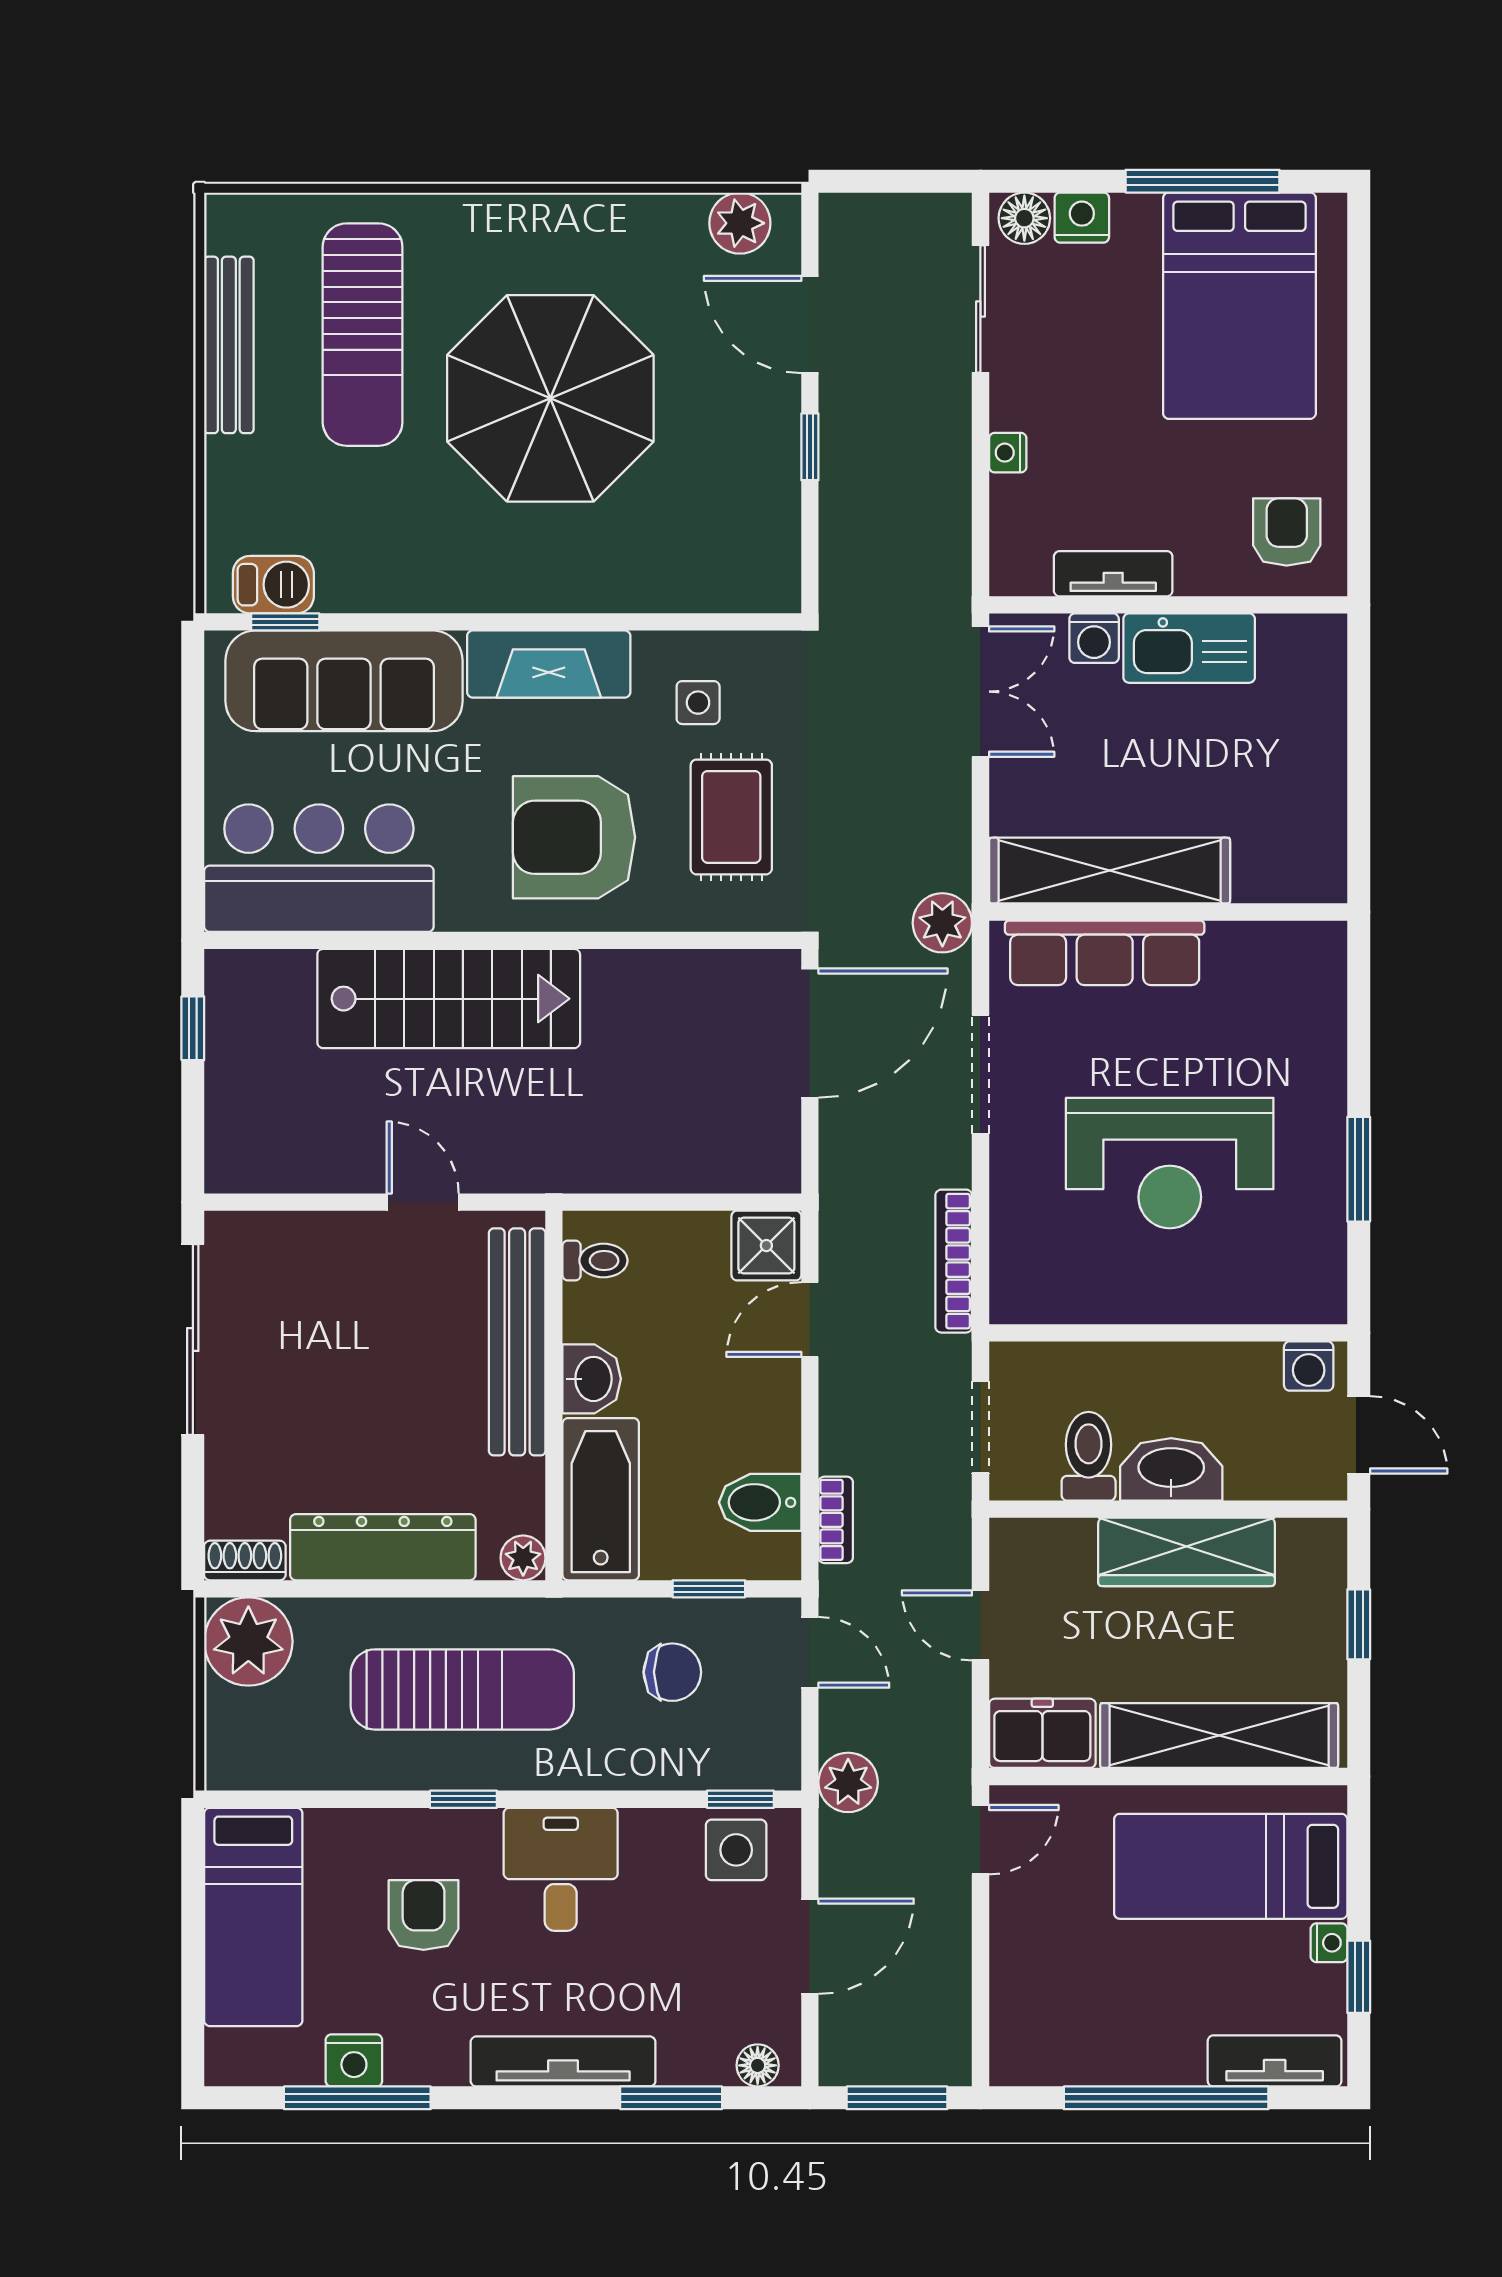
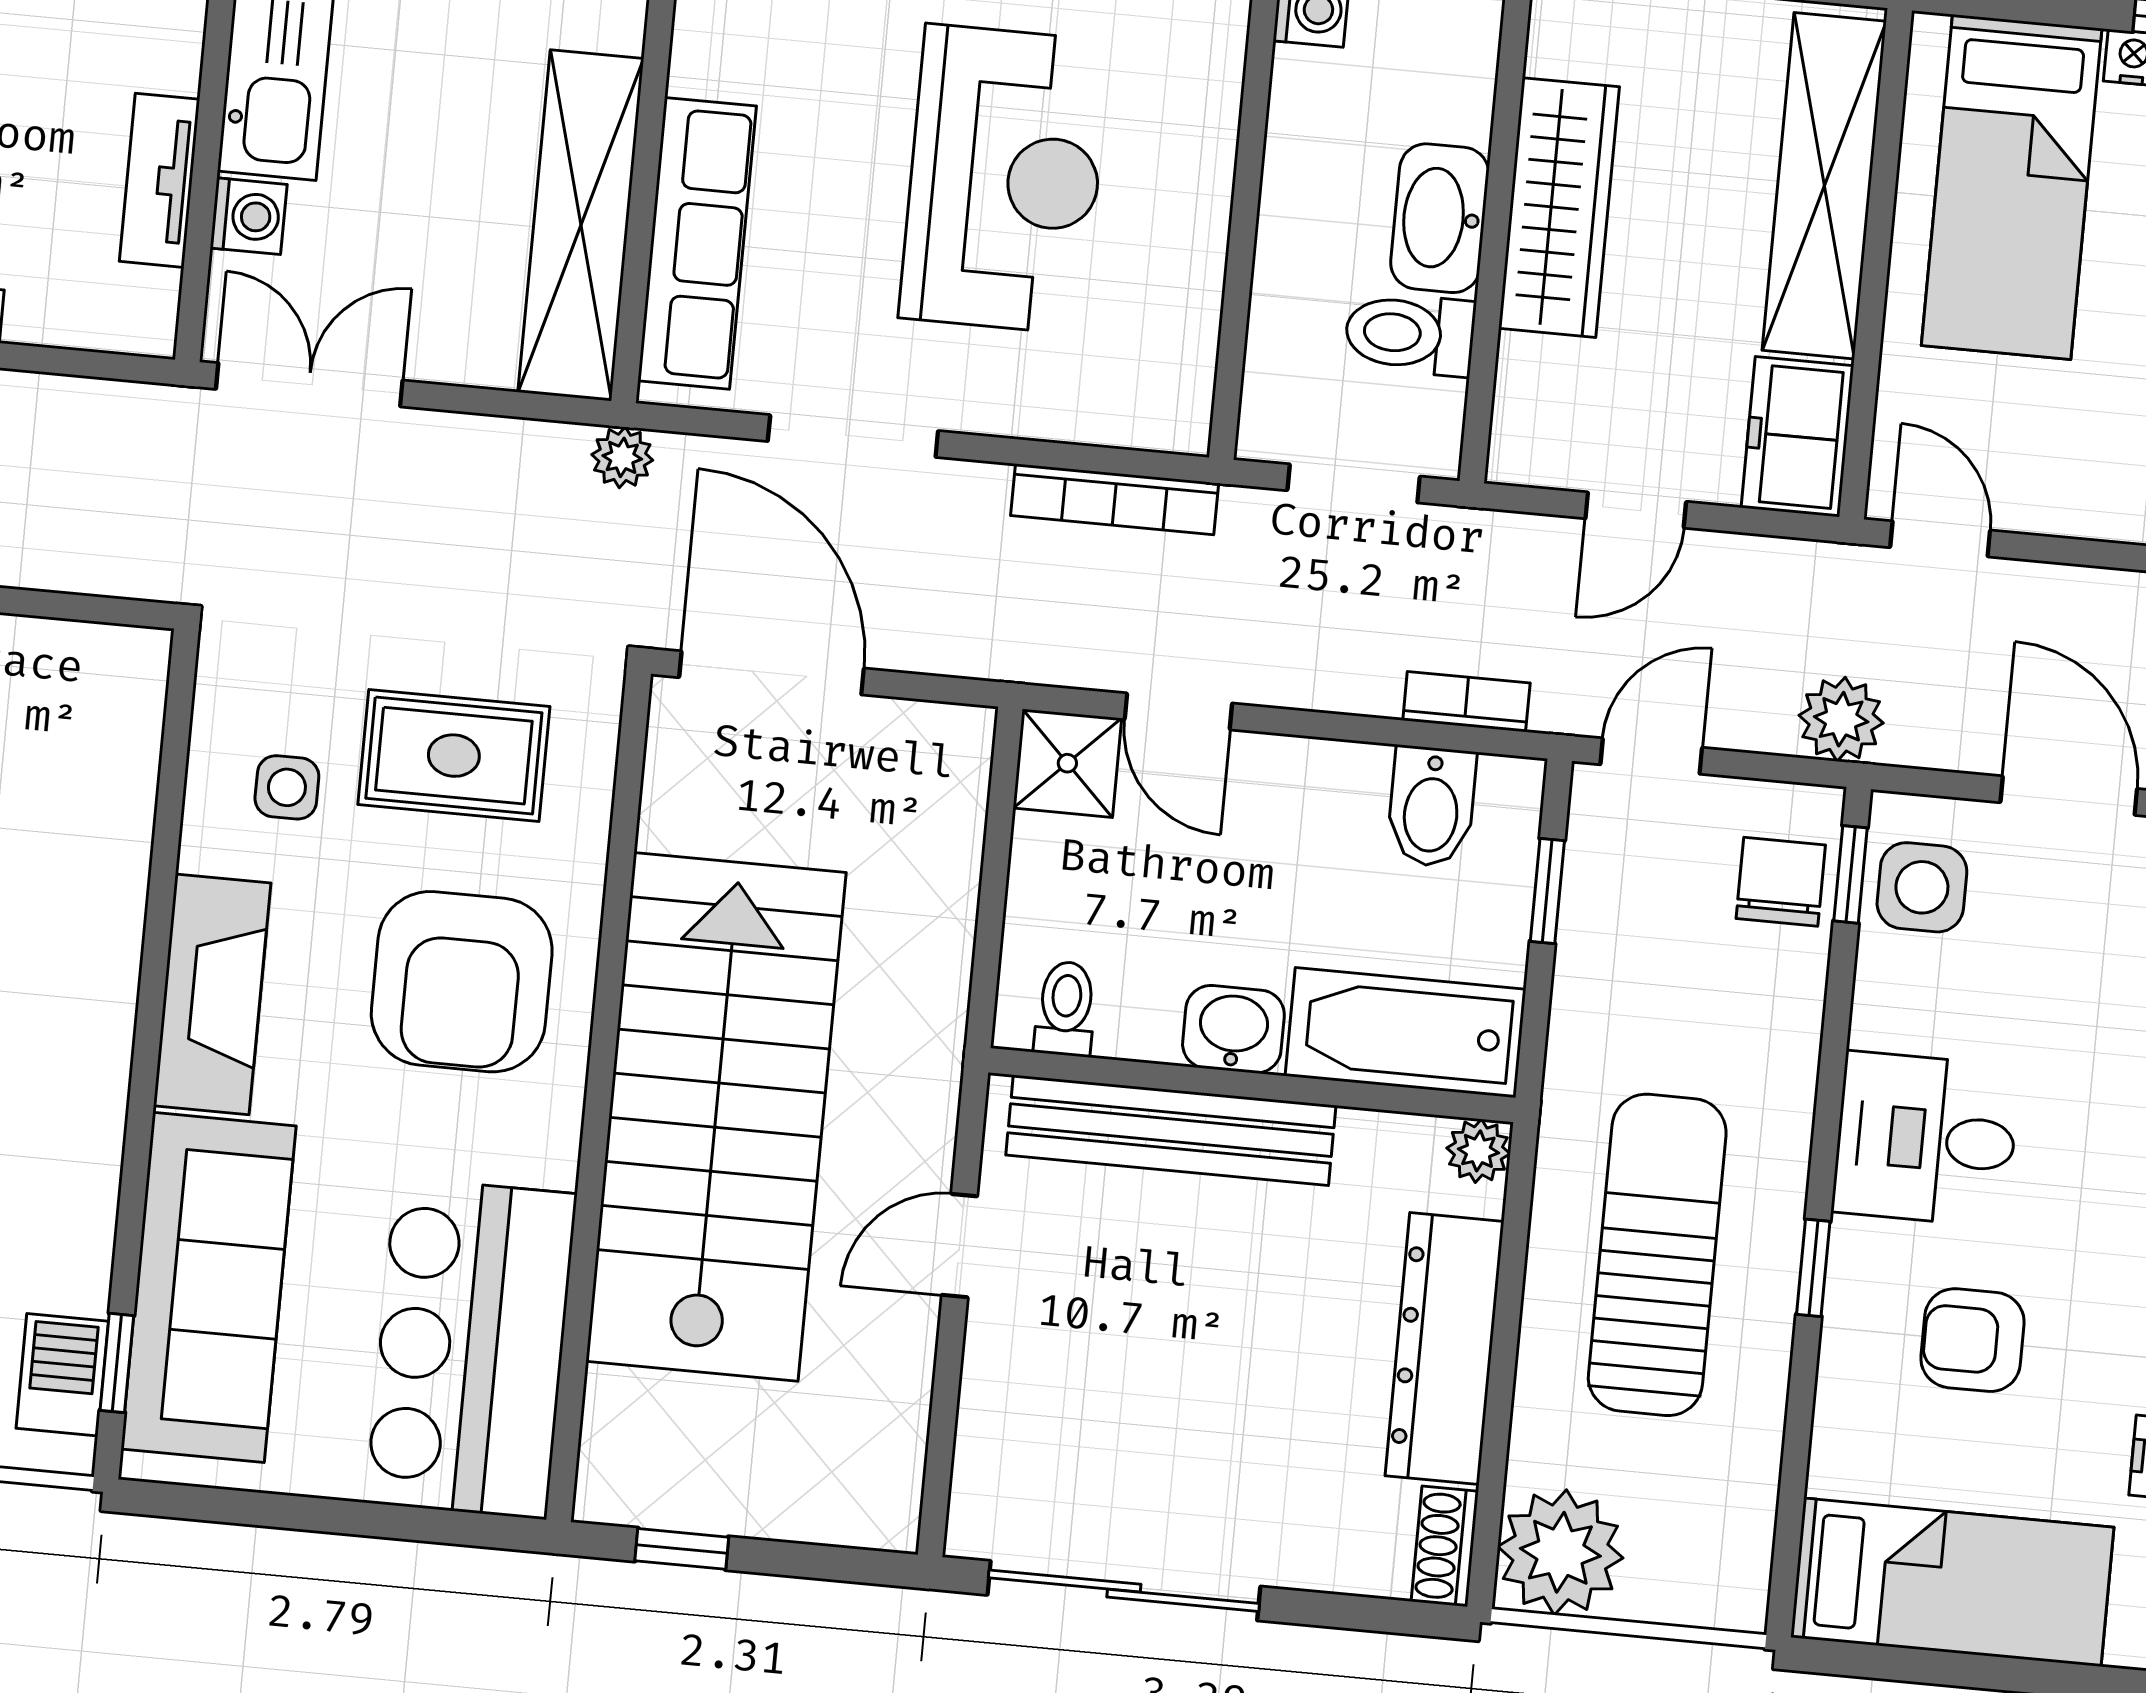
plant: (942, 923) -> (622, 457), width x0.73, depth x0.73
stairs: (449, 999) -> (716, 1117), width x1.36, depth x1.51
chair: (672, 1672) -> (1781, 882), moved

